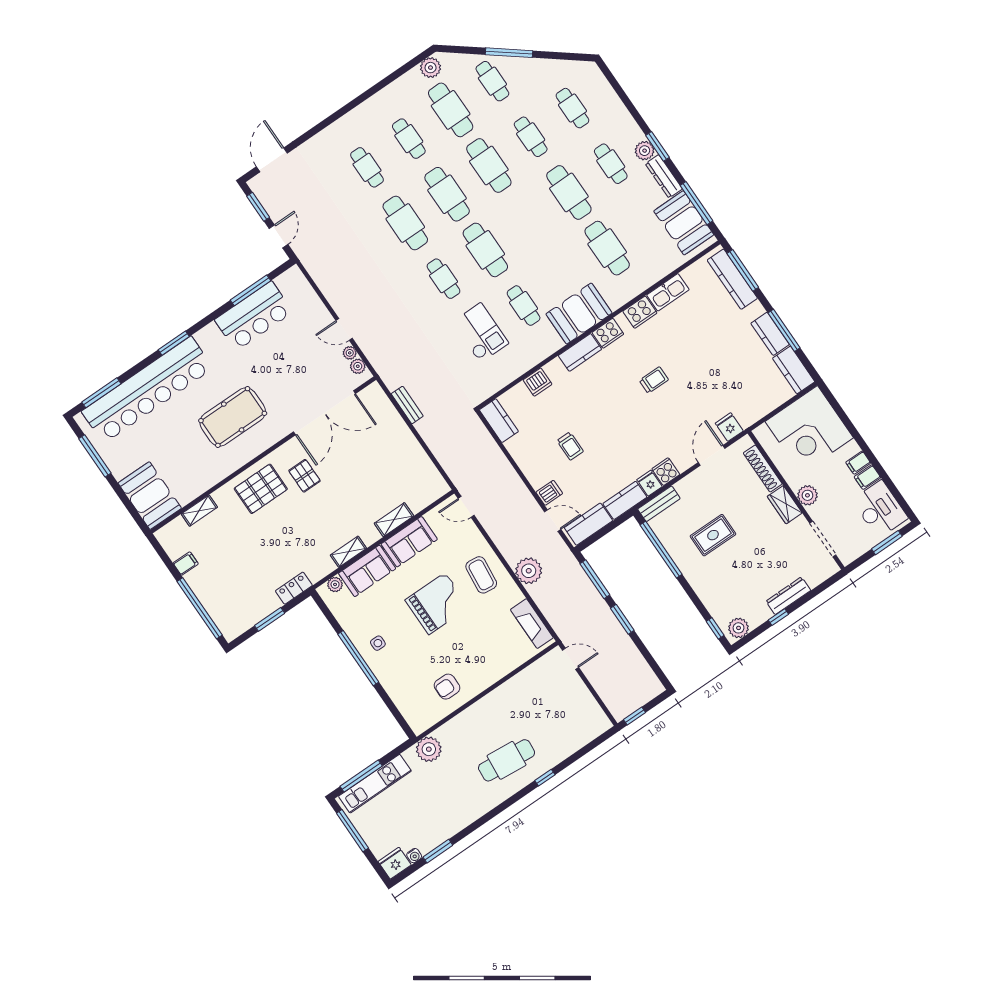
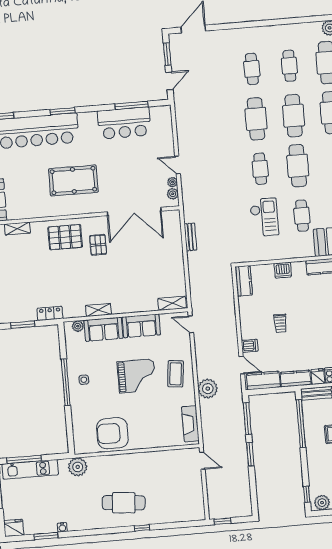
shelving: (394, 520) -> (172, 303), moved
armchair: (447, 687) -> (112, 433), width x1.88, depth x1.88
water cooler: (414, 856) -> (62, 527), moved

